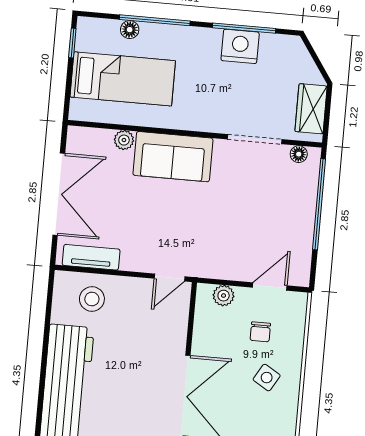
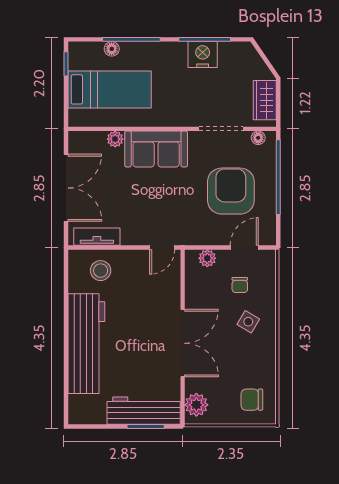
armchair: (260, 216) -> (231, 191), added

